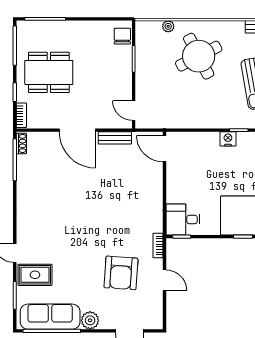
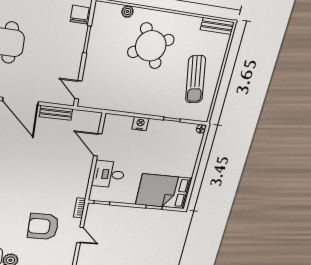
nightstand: (228, 139) -> (140, 124), moved
door: (165, 149) -> (98, 145), moved
desk: (183, 219) -> (109, 174), moved
armchair: (121, 273) -> (43, 227), turned 86

